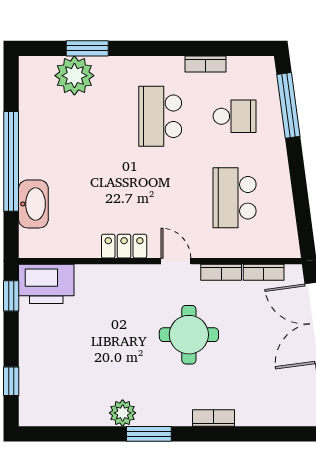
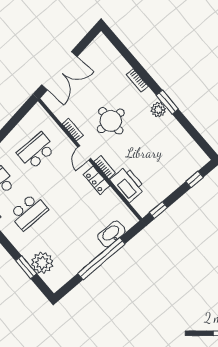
school desk: (235, 198) -> (36, 151), turned 180
bookcase: (264, 272) -> (105, 167), moved
printer: (46, 284) -> (128, 184), moved
plant: (123, 413) -> (158, 110), moved

